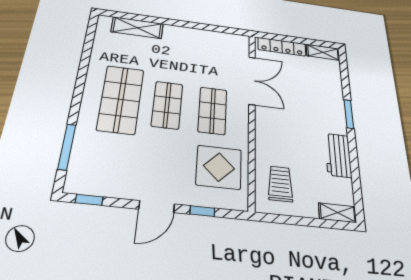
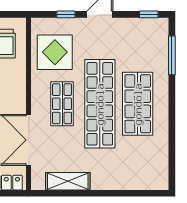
shelving: (137, 28) -> (68, 181), moved
shop shelf: (167, 105) -> (100, 104), width x2.00, depth x1.36

